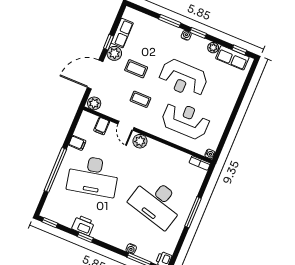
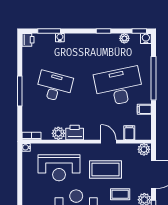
coffee table: (140, 99) -> (106, 170), width x1.86, depth x1.72
plant: (140, 141) -> (58, 133), moved
desk: (157, 203) -> (54, 87), width x0.73, depth x0.77
water cooler: (46, 212) -> (146, 38), added
plant: (68, 221) -> (124, 38), added
printer: (83, 225) -> (75, 133), moved, turned 180

